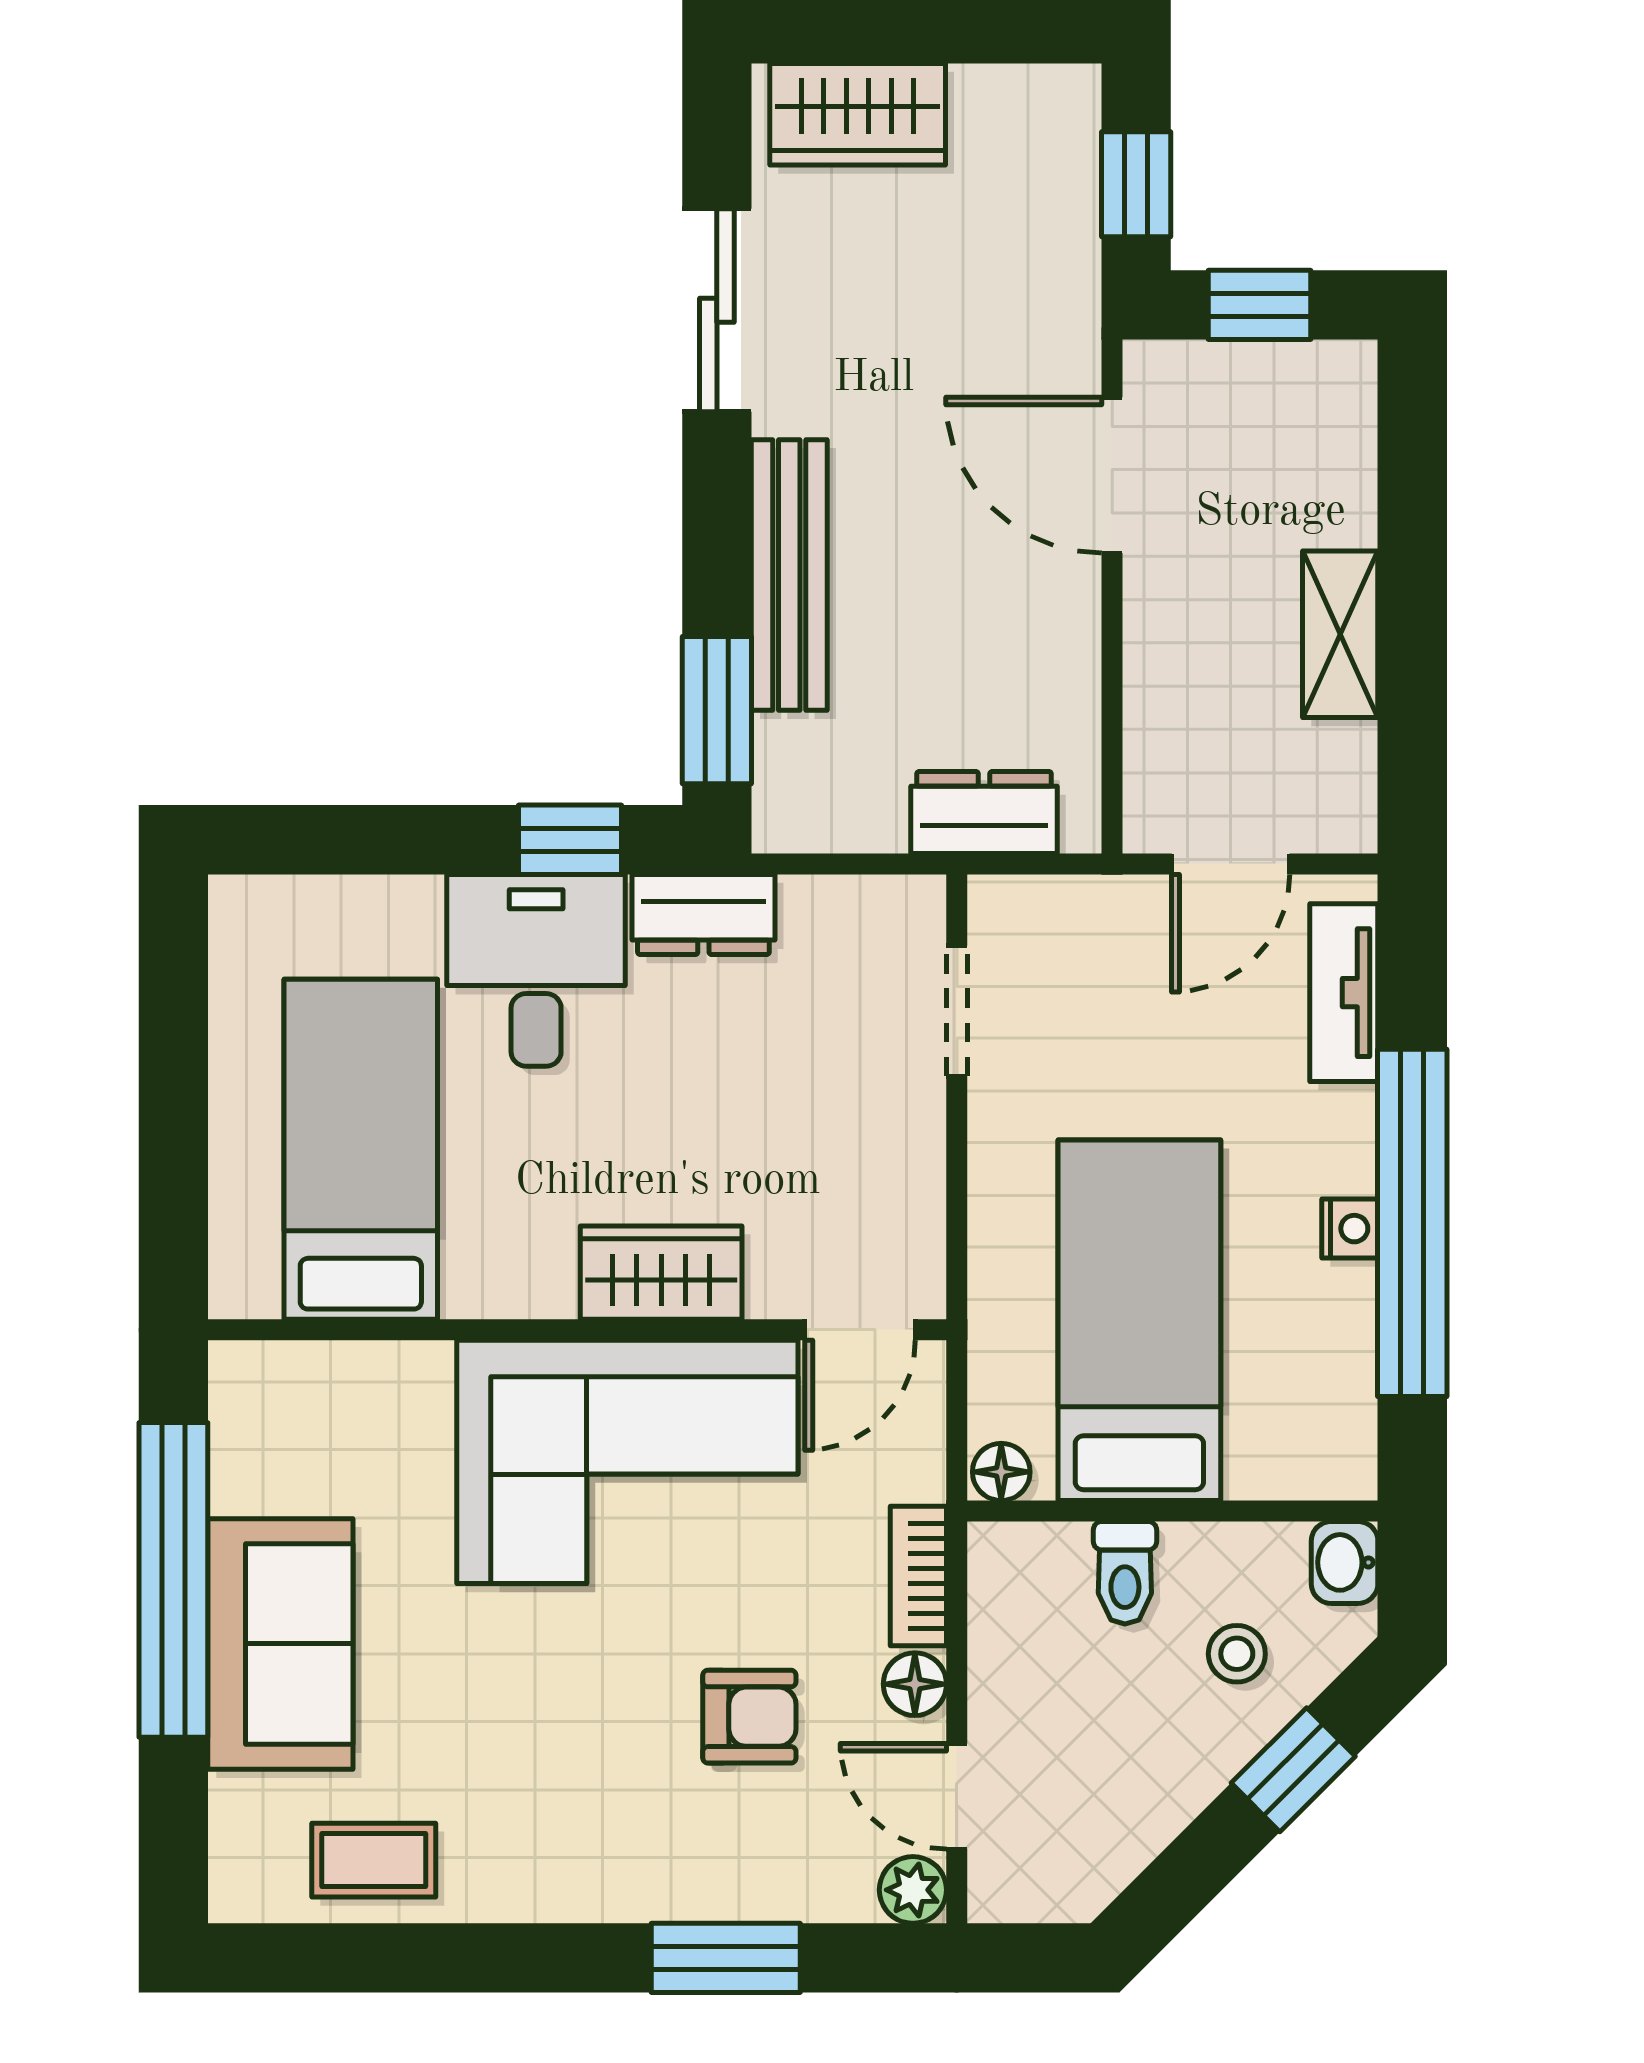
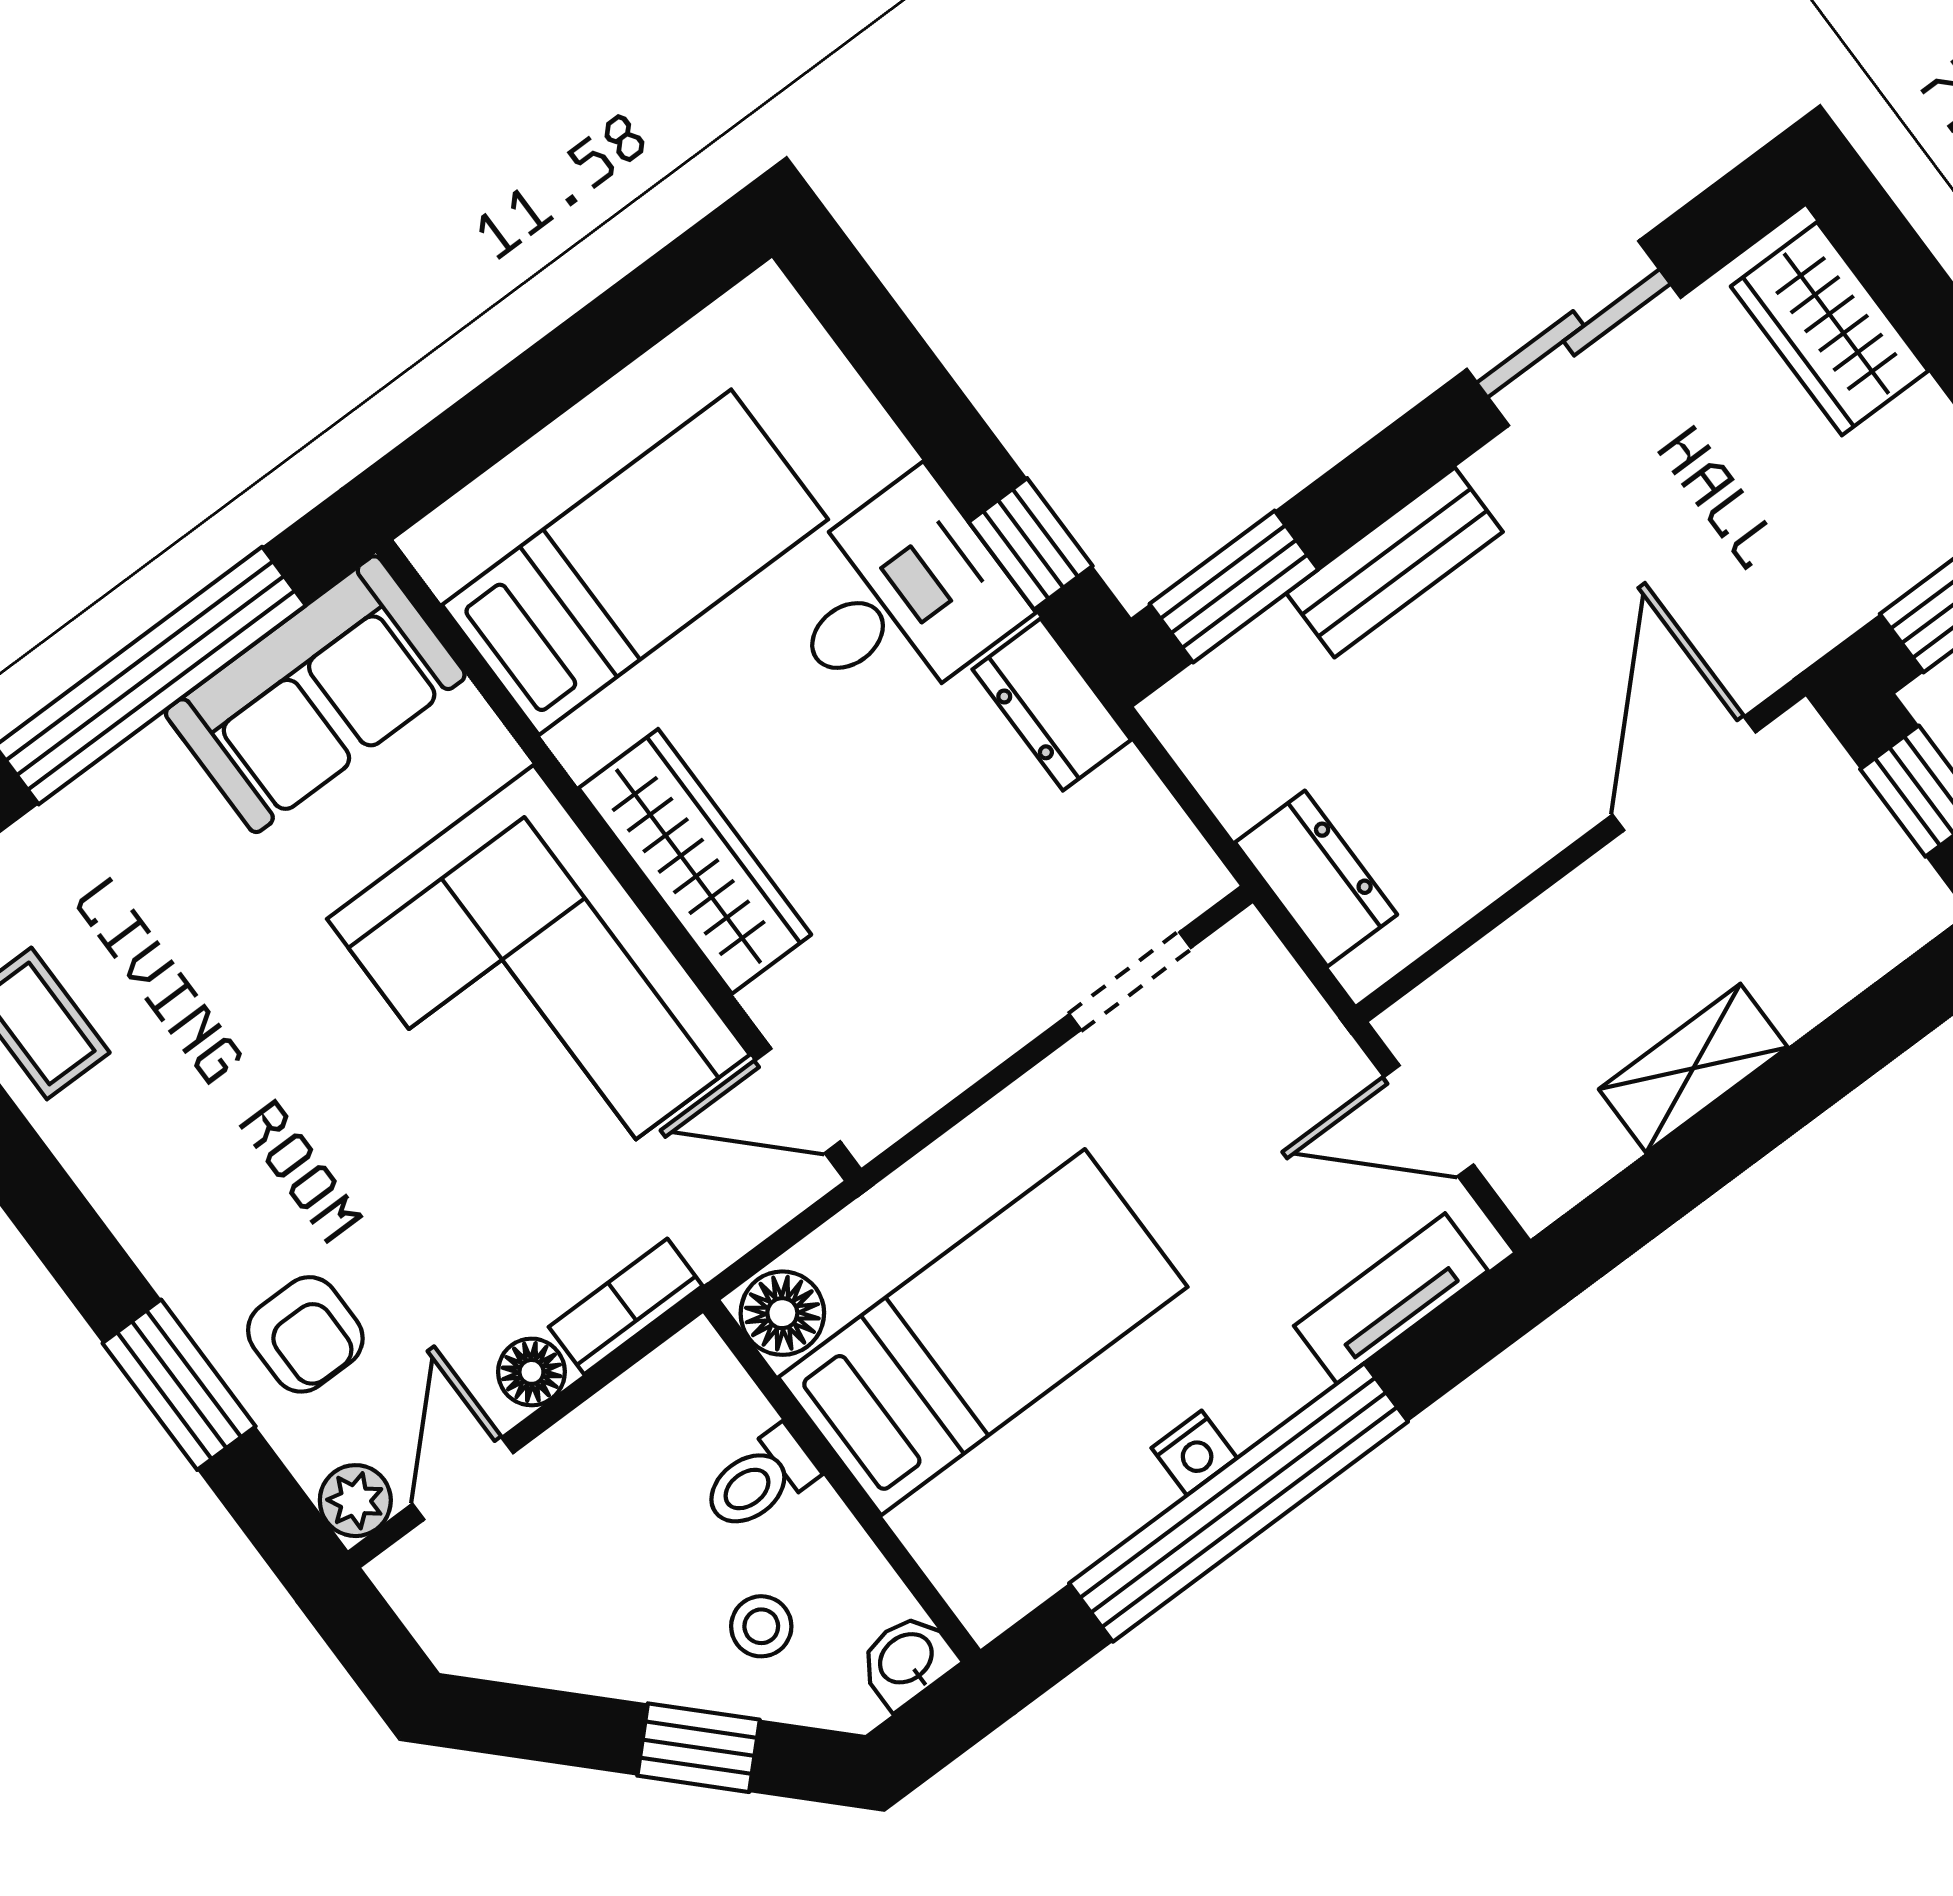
bench: (789, 575) -> (1395, 562), width x0.73
wardrobe: (661, 1273) -> (695, 861), width x1.50
floor lamp: (1001, 1472) -> (782, 1313), width x1.37, depth x1.37
sofa: (280, 1644) -> (315, 694), moved
armchair: (749, 1717) -> (305, 1334), moved

